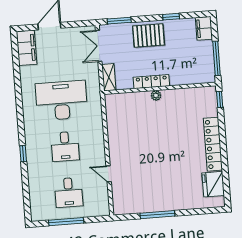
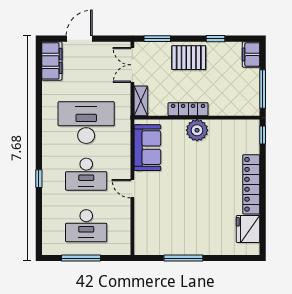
plant: (156, 95) -> (197, 130), width x1.88, depth x1.88
sofa: (118, 119) -> (147, 148), added
desk: (65, 146) -> (86, 174), width x1.37
door: (109, 174) -> (132, 189), moved
desk: (69, 192) -> (86, 226), width x1.37

